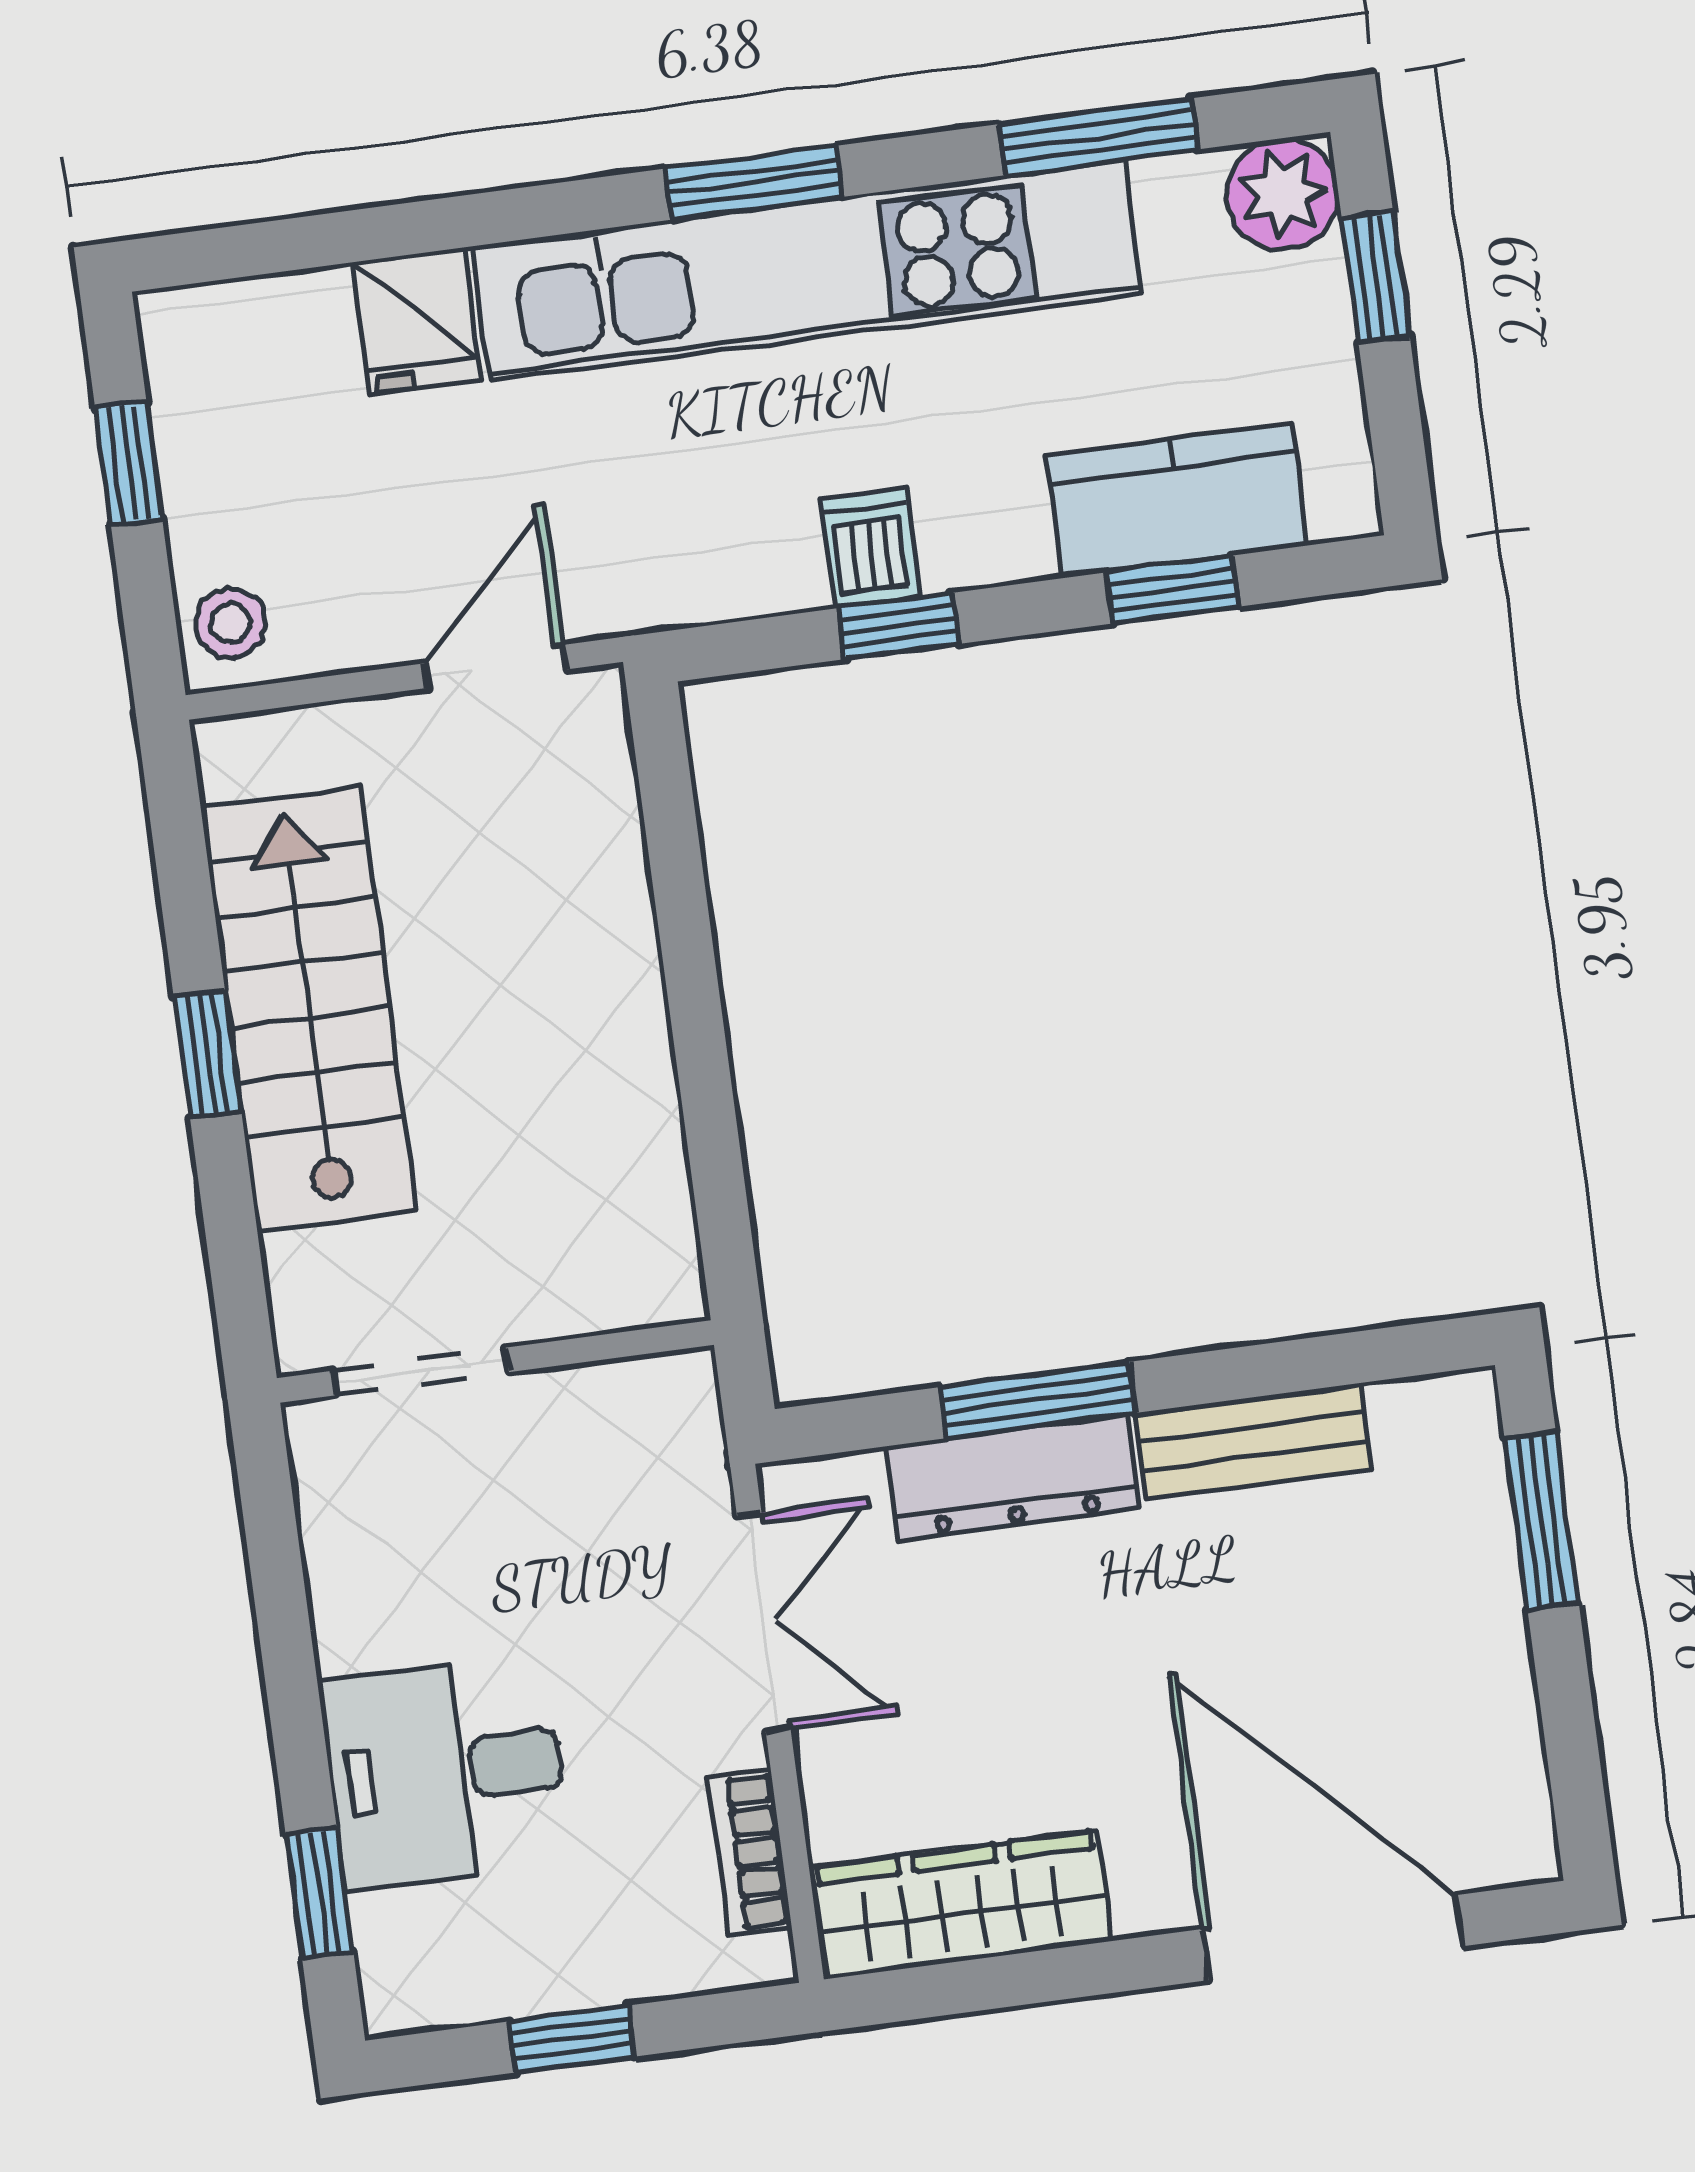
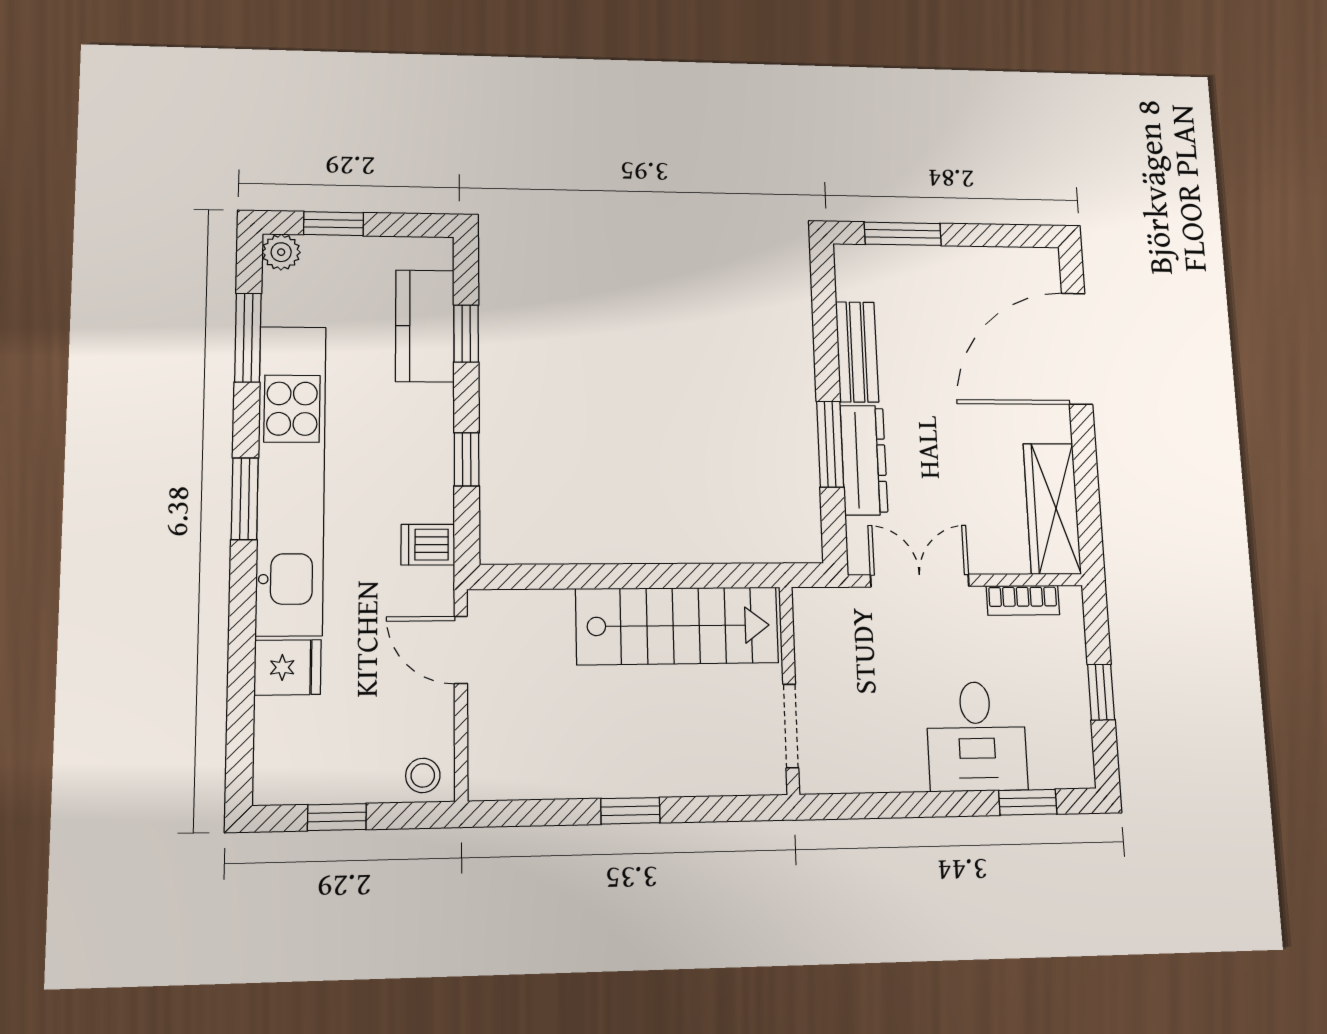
plant: (1283, 194) -> (281, 252), width x0.73, depth x0.73
dishwasher: (870, 548) -> (428, 545), moved
stairs: (309, 1009) -> (677, 626), moved, turned 180

